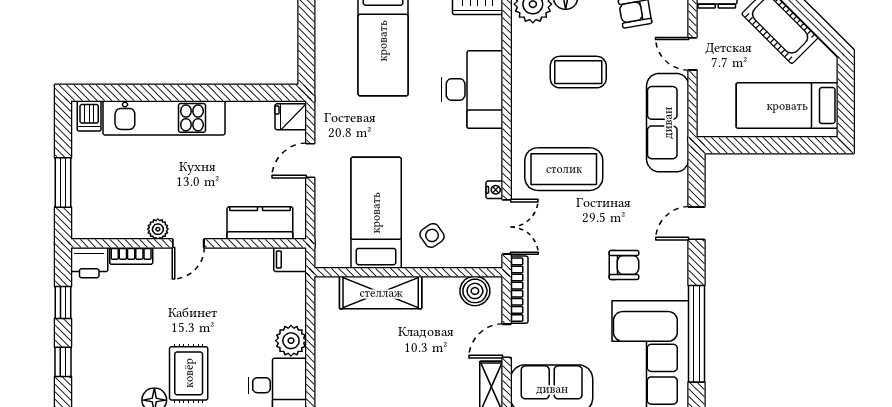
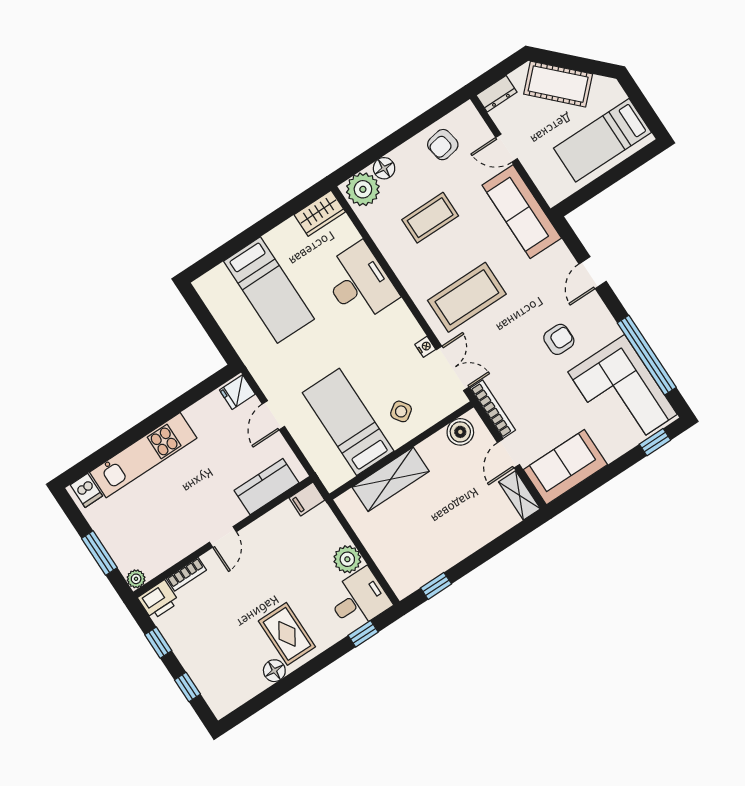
plant: (158, 229) -> (136, 579), moved

